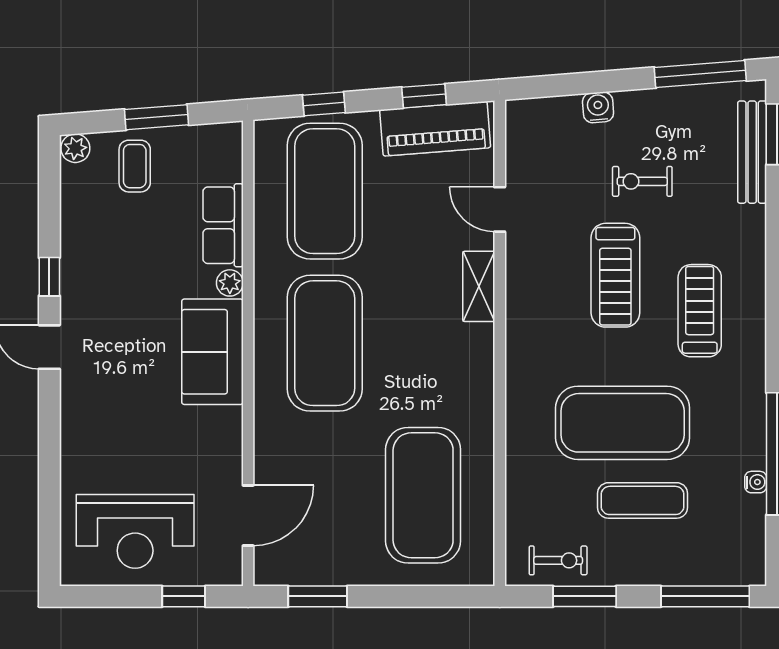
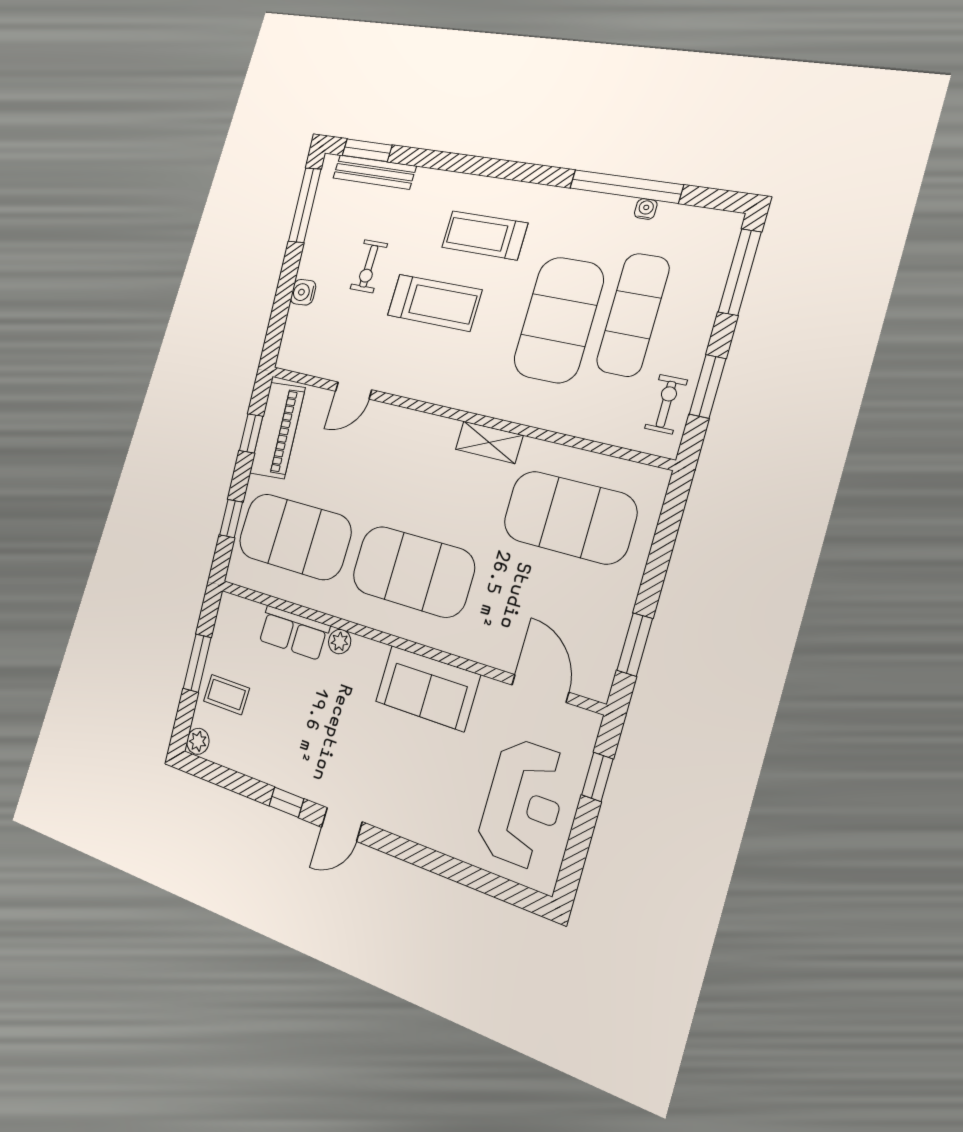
shelving: (479, 286) -> (489, 442), moved
sofa: (212, 352) -> (428, 688), moved
exercise mat: (642, 500) -> (633, 315), width x1.36, depth x1.45

